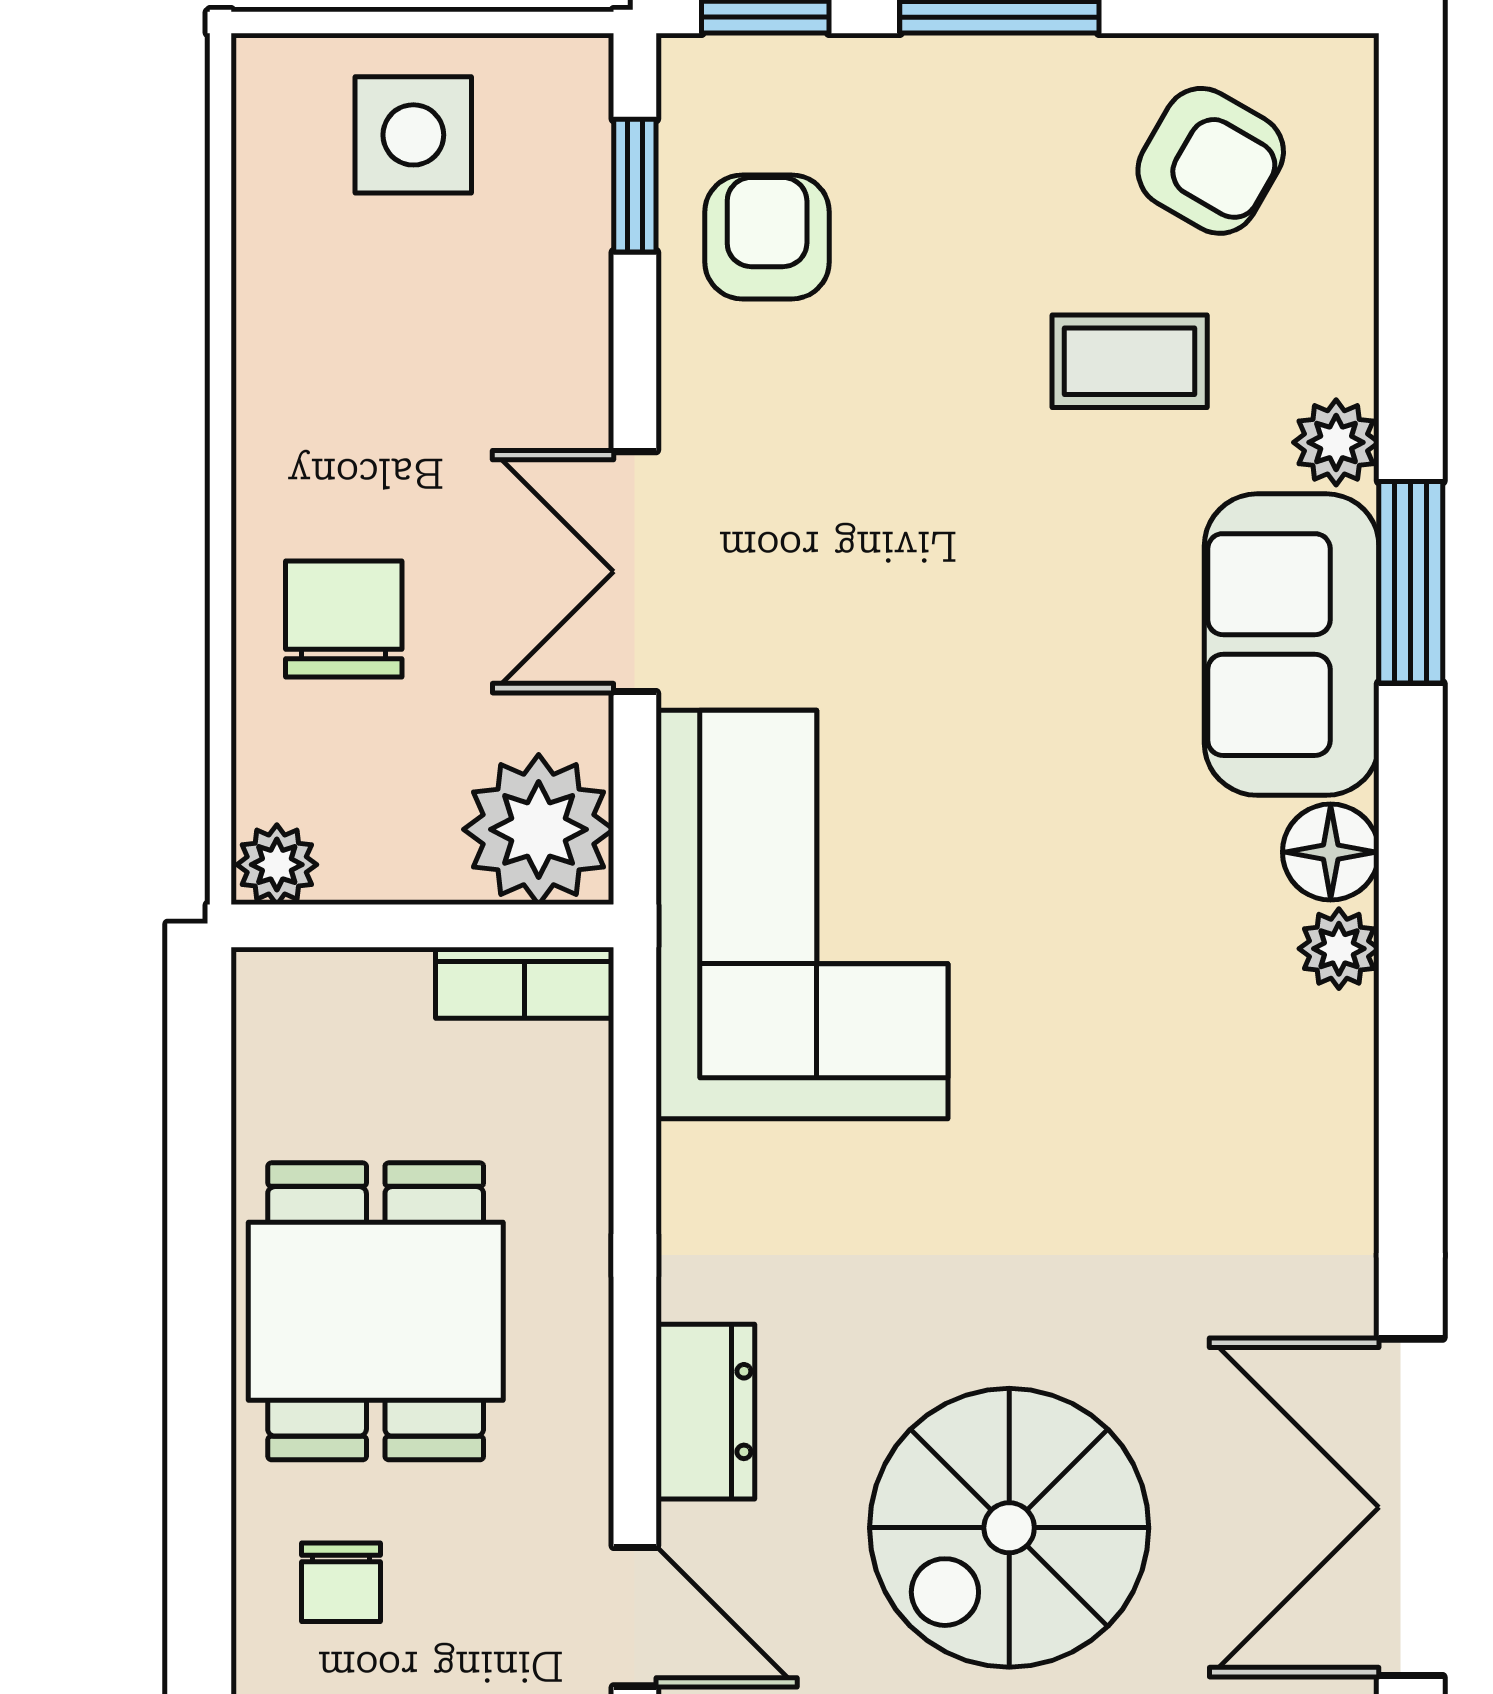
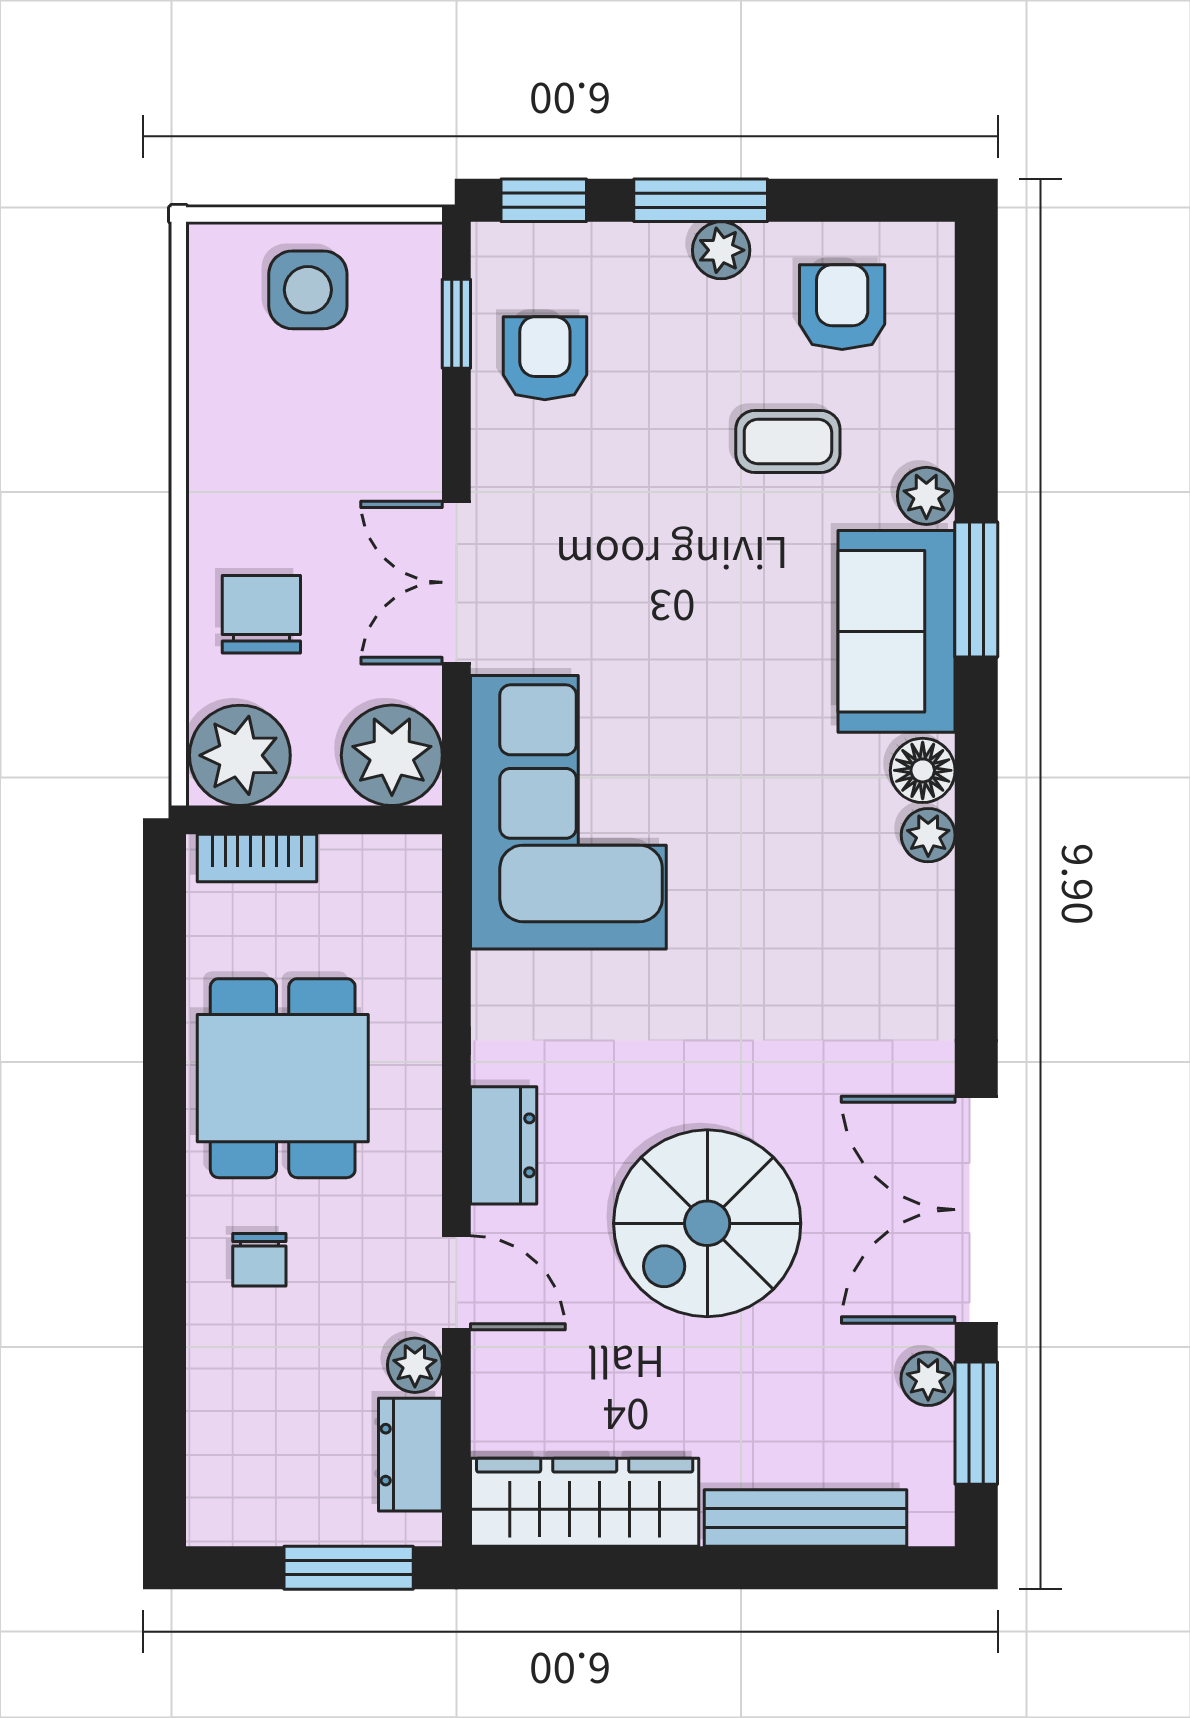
plant: (1030, 76) -> (721, 250), added
armchair: (1211, 161) -> (842, 307), turned -120
plant: (277, 865) -> (240, 755), width x1.87, depth x1.87
bookcase: (525, 983) -> (257, 858), moved

